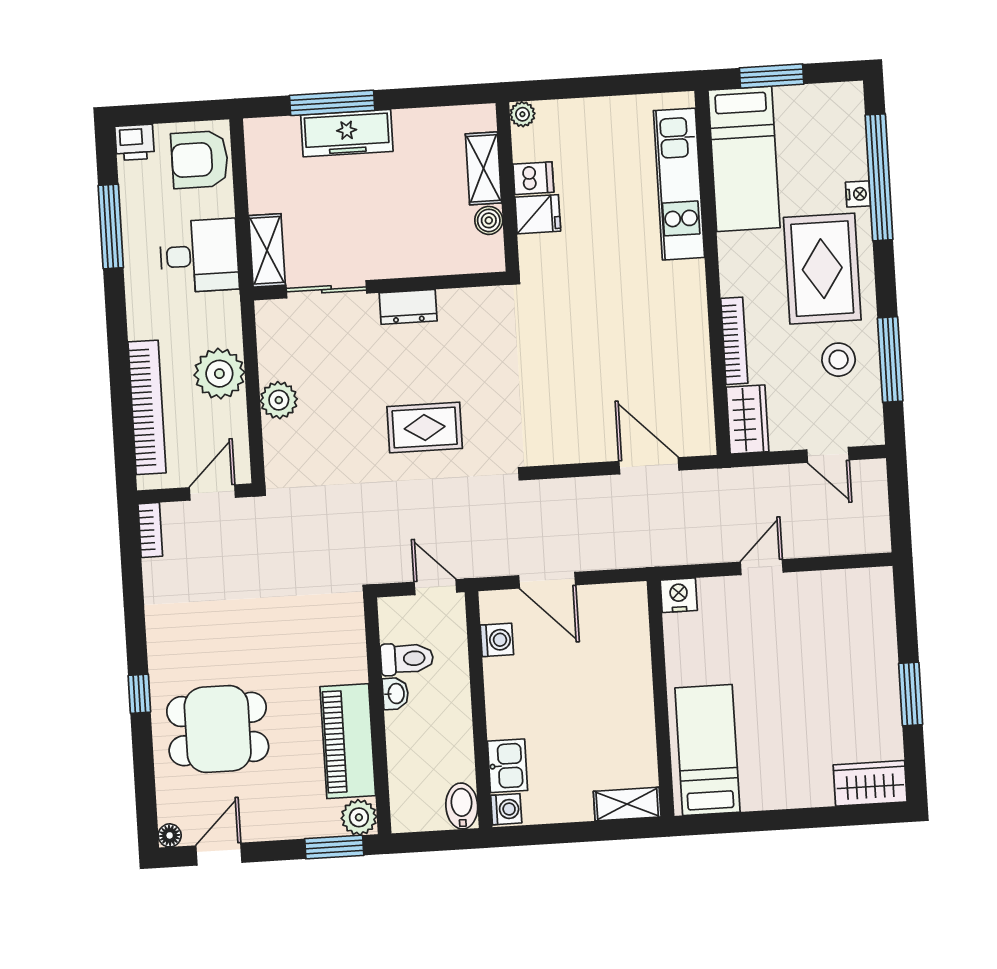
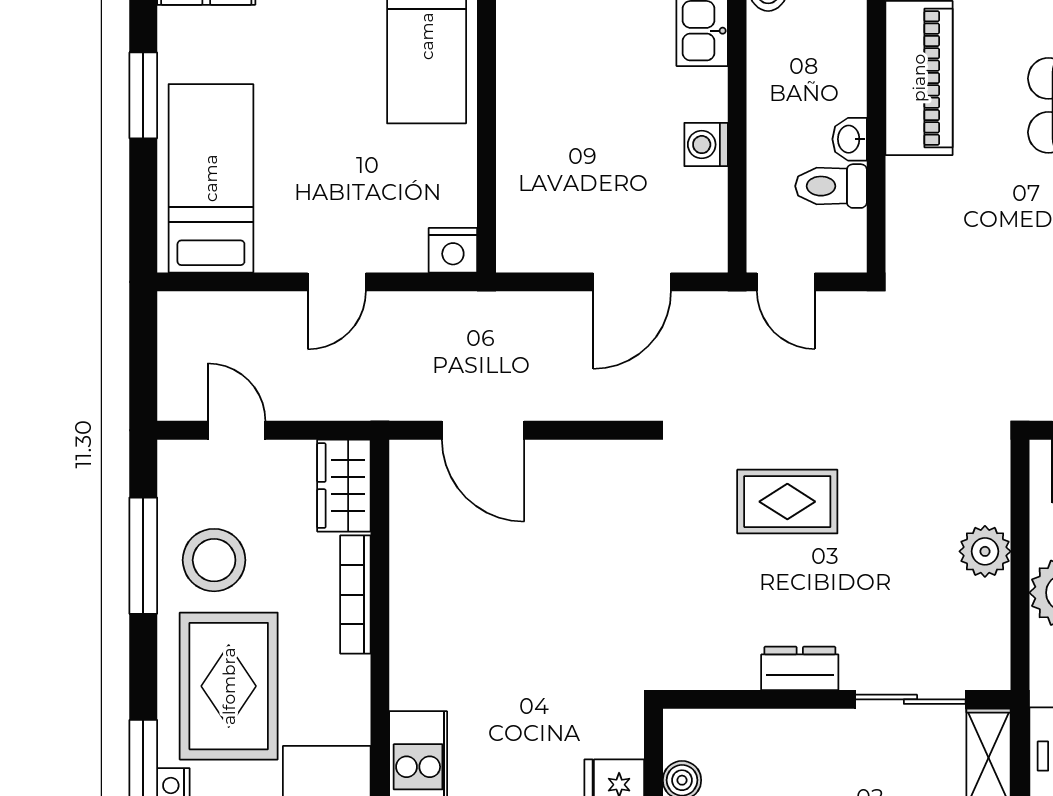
stool: (839, 360) -> (214, 560), width x1.38, depth x1.38
door: (547, 580) -> (632, 282), swing flipped
bed: (858, 637) -> (211, 178), added
washing machine: (497, 640) -> (706, 145), moved

